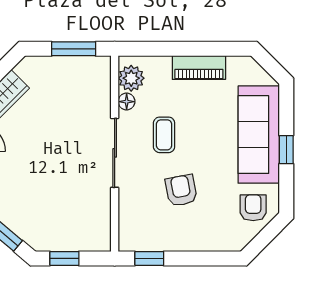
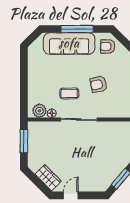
piano: (199, 68) -> (34, 75), removed
window: (286, 150) -> (77, 29), width x2.17

